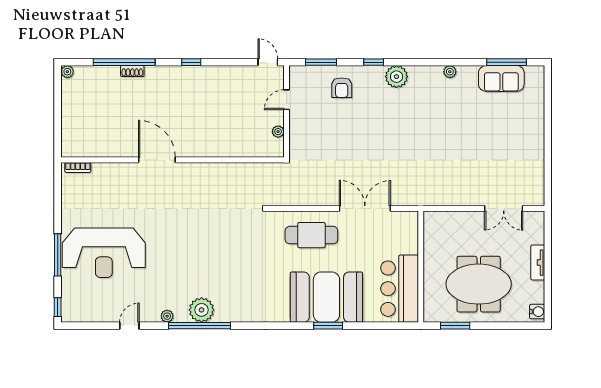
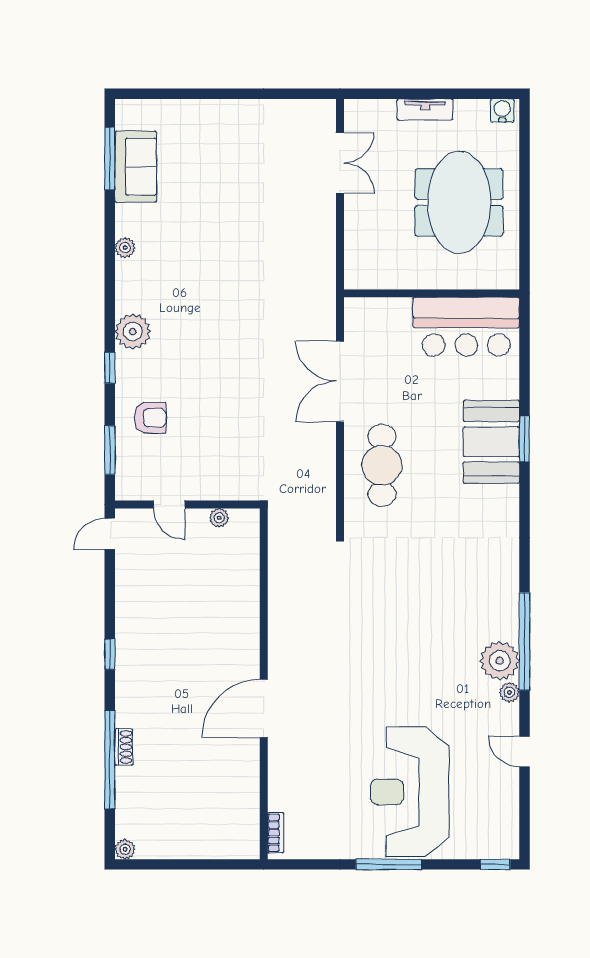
reception desk: (104, 253) -> (410, 792), turned 180
window: (58, 255) -> (389, 864), moved
booth: (326, 297) -> (491, 442), width x0.73, depth x0.70
plant: (202, 310) -> (500, 661), moved
window: (455, 326) -> (524, 239), removed

